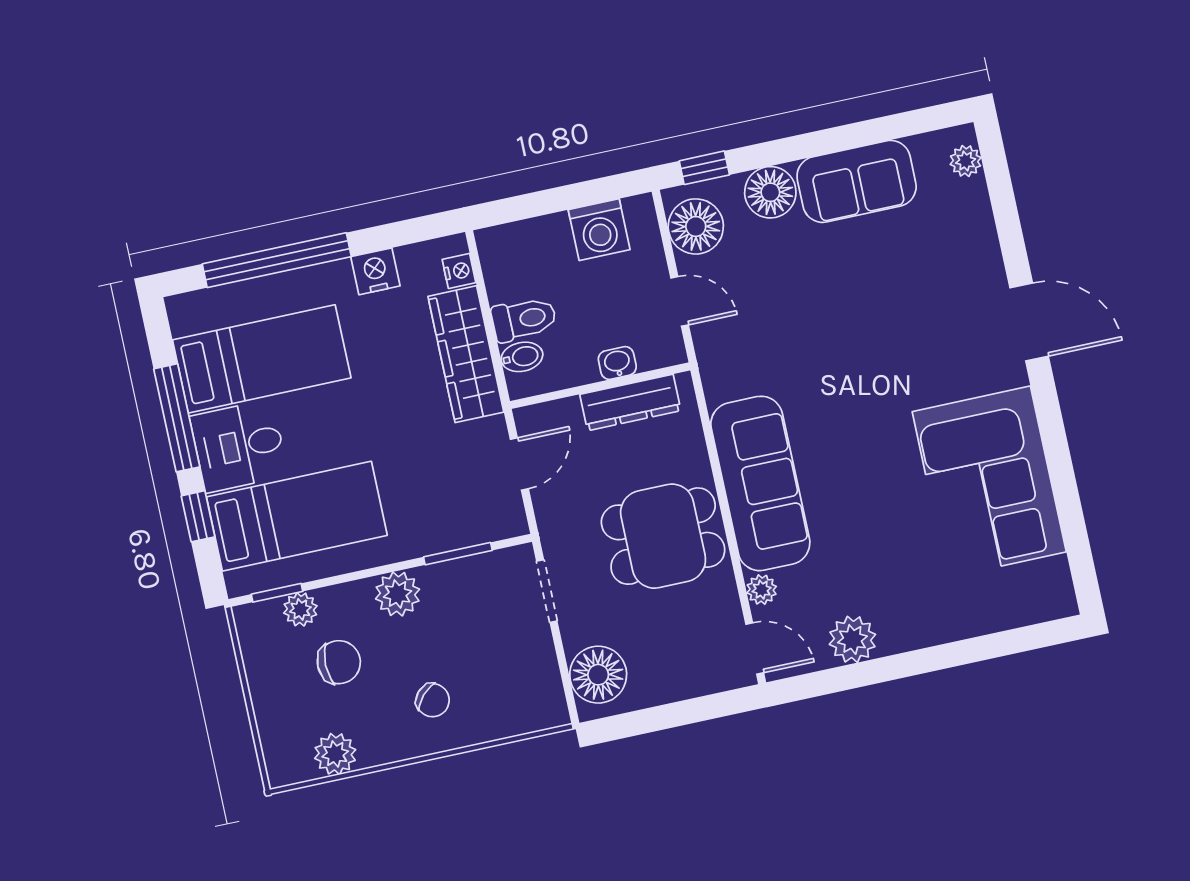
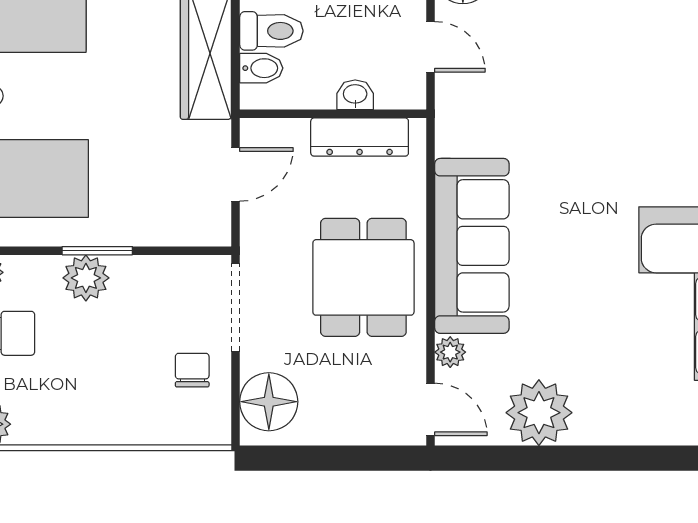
dining table: (663, 536) -> (363, 277), turned 90
window: (458, 554) -> (97, 251), moved
doorway: (547, 591) -> (236, 307), width x1.38
plant: (852, 639) -> (539, 413), width x1.36, depth x1.36
chair: (433, 700) -> (192, 370), moved, turned -133

